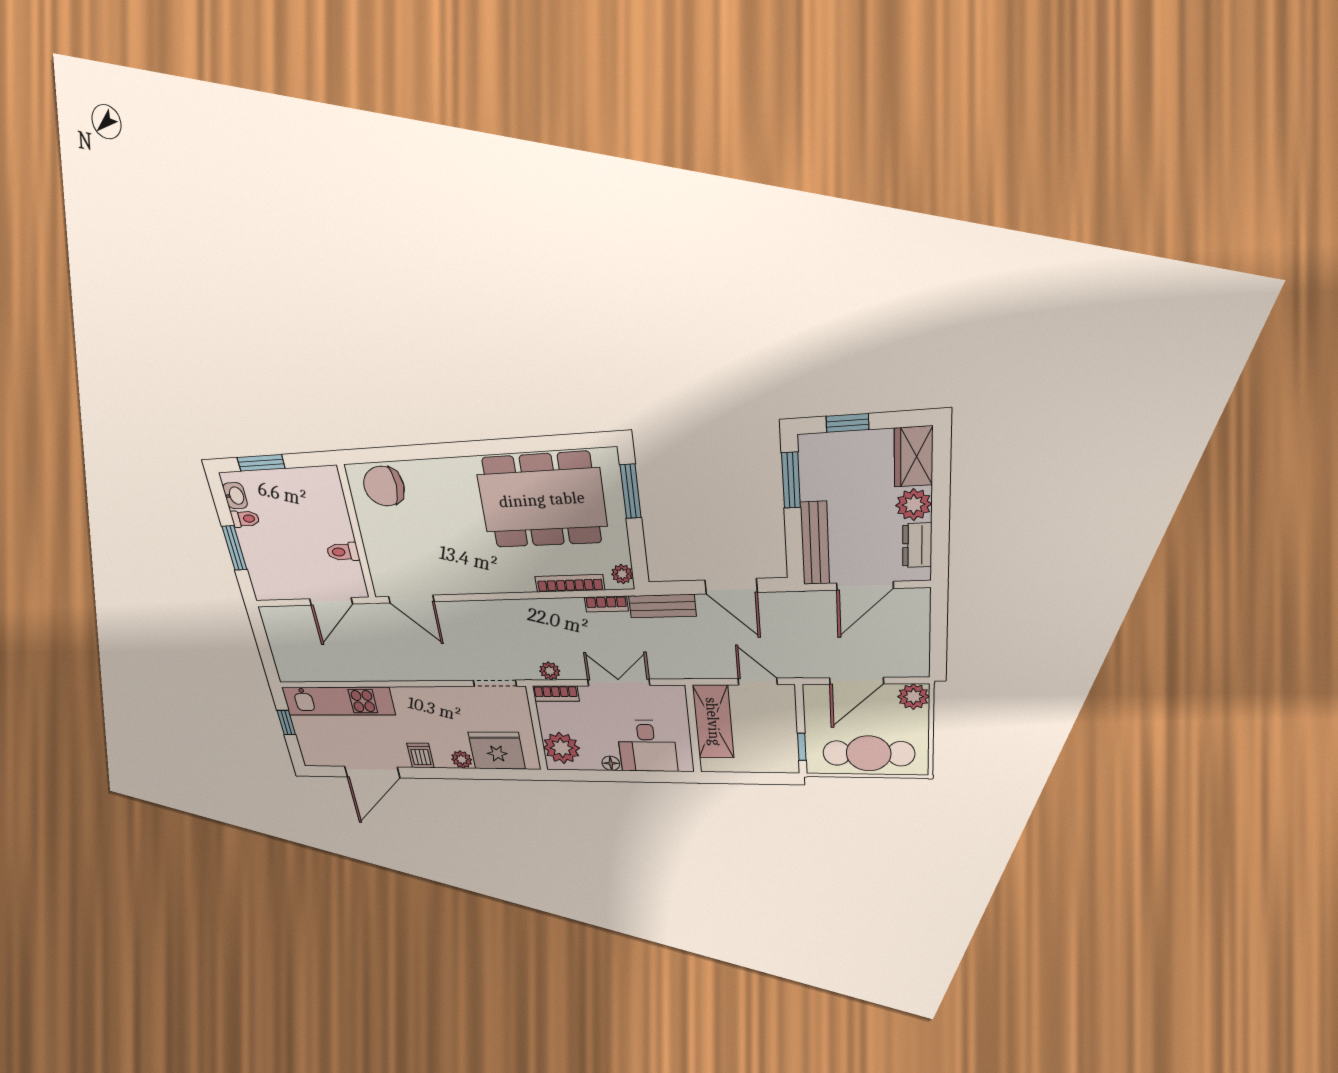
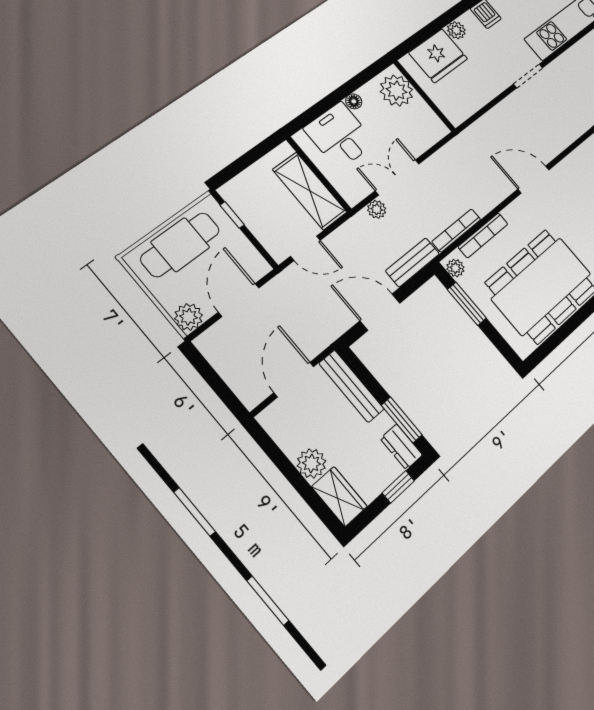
window: (631, 491) -> (467, 304), moved
dresser: (917, 545) -> (401, 447), moved, turned 180
door: (411, 599) -> (534, 179), moved
bookcase: (606, 604) -> (456, 230), width x1.56
plant: (550, 671) -> (377, 209), moved
double door: (619, 682) -> (397, 177), swing flipped
doorway: (495, 683) -> (528, 76), moved
bookcase: (556, 694) -> (432, 136), removed

